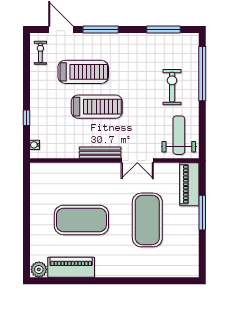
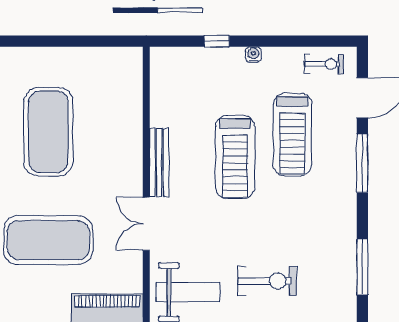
water cooler: (35, 145) -> (253, 55), moved

